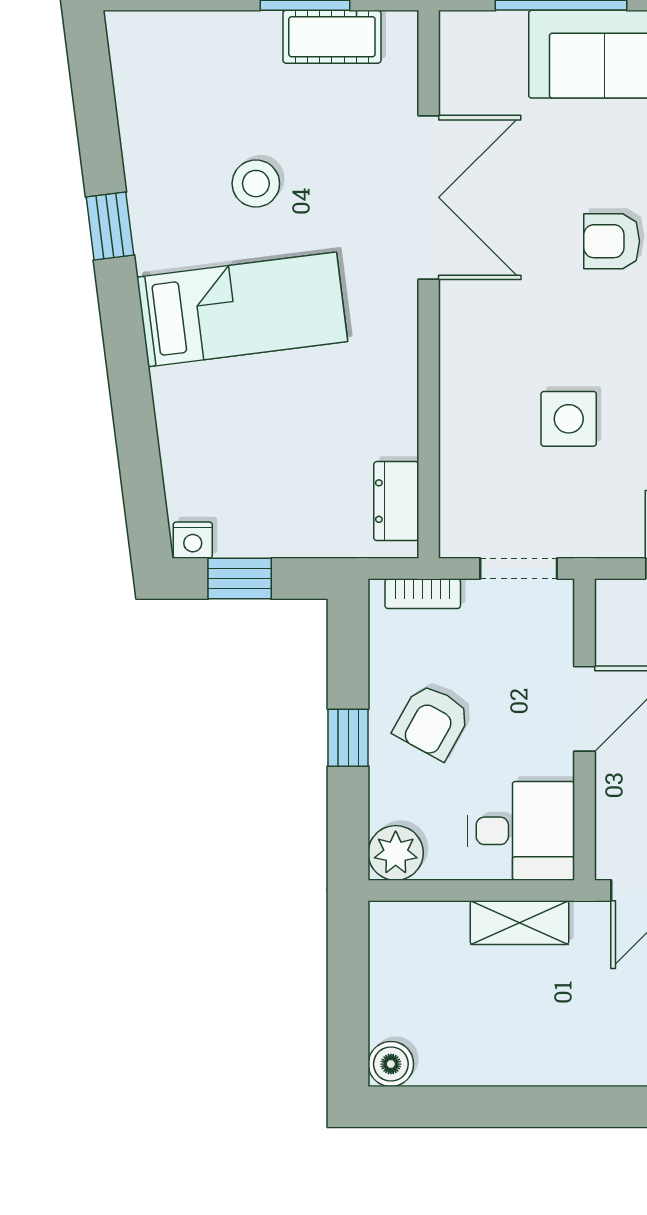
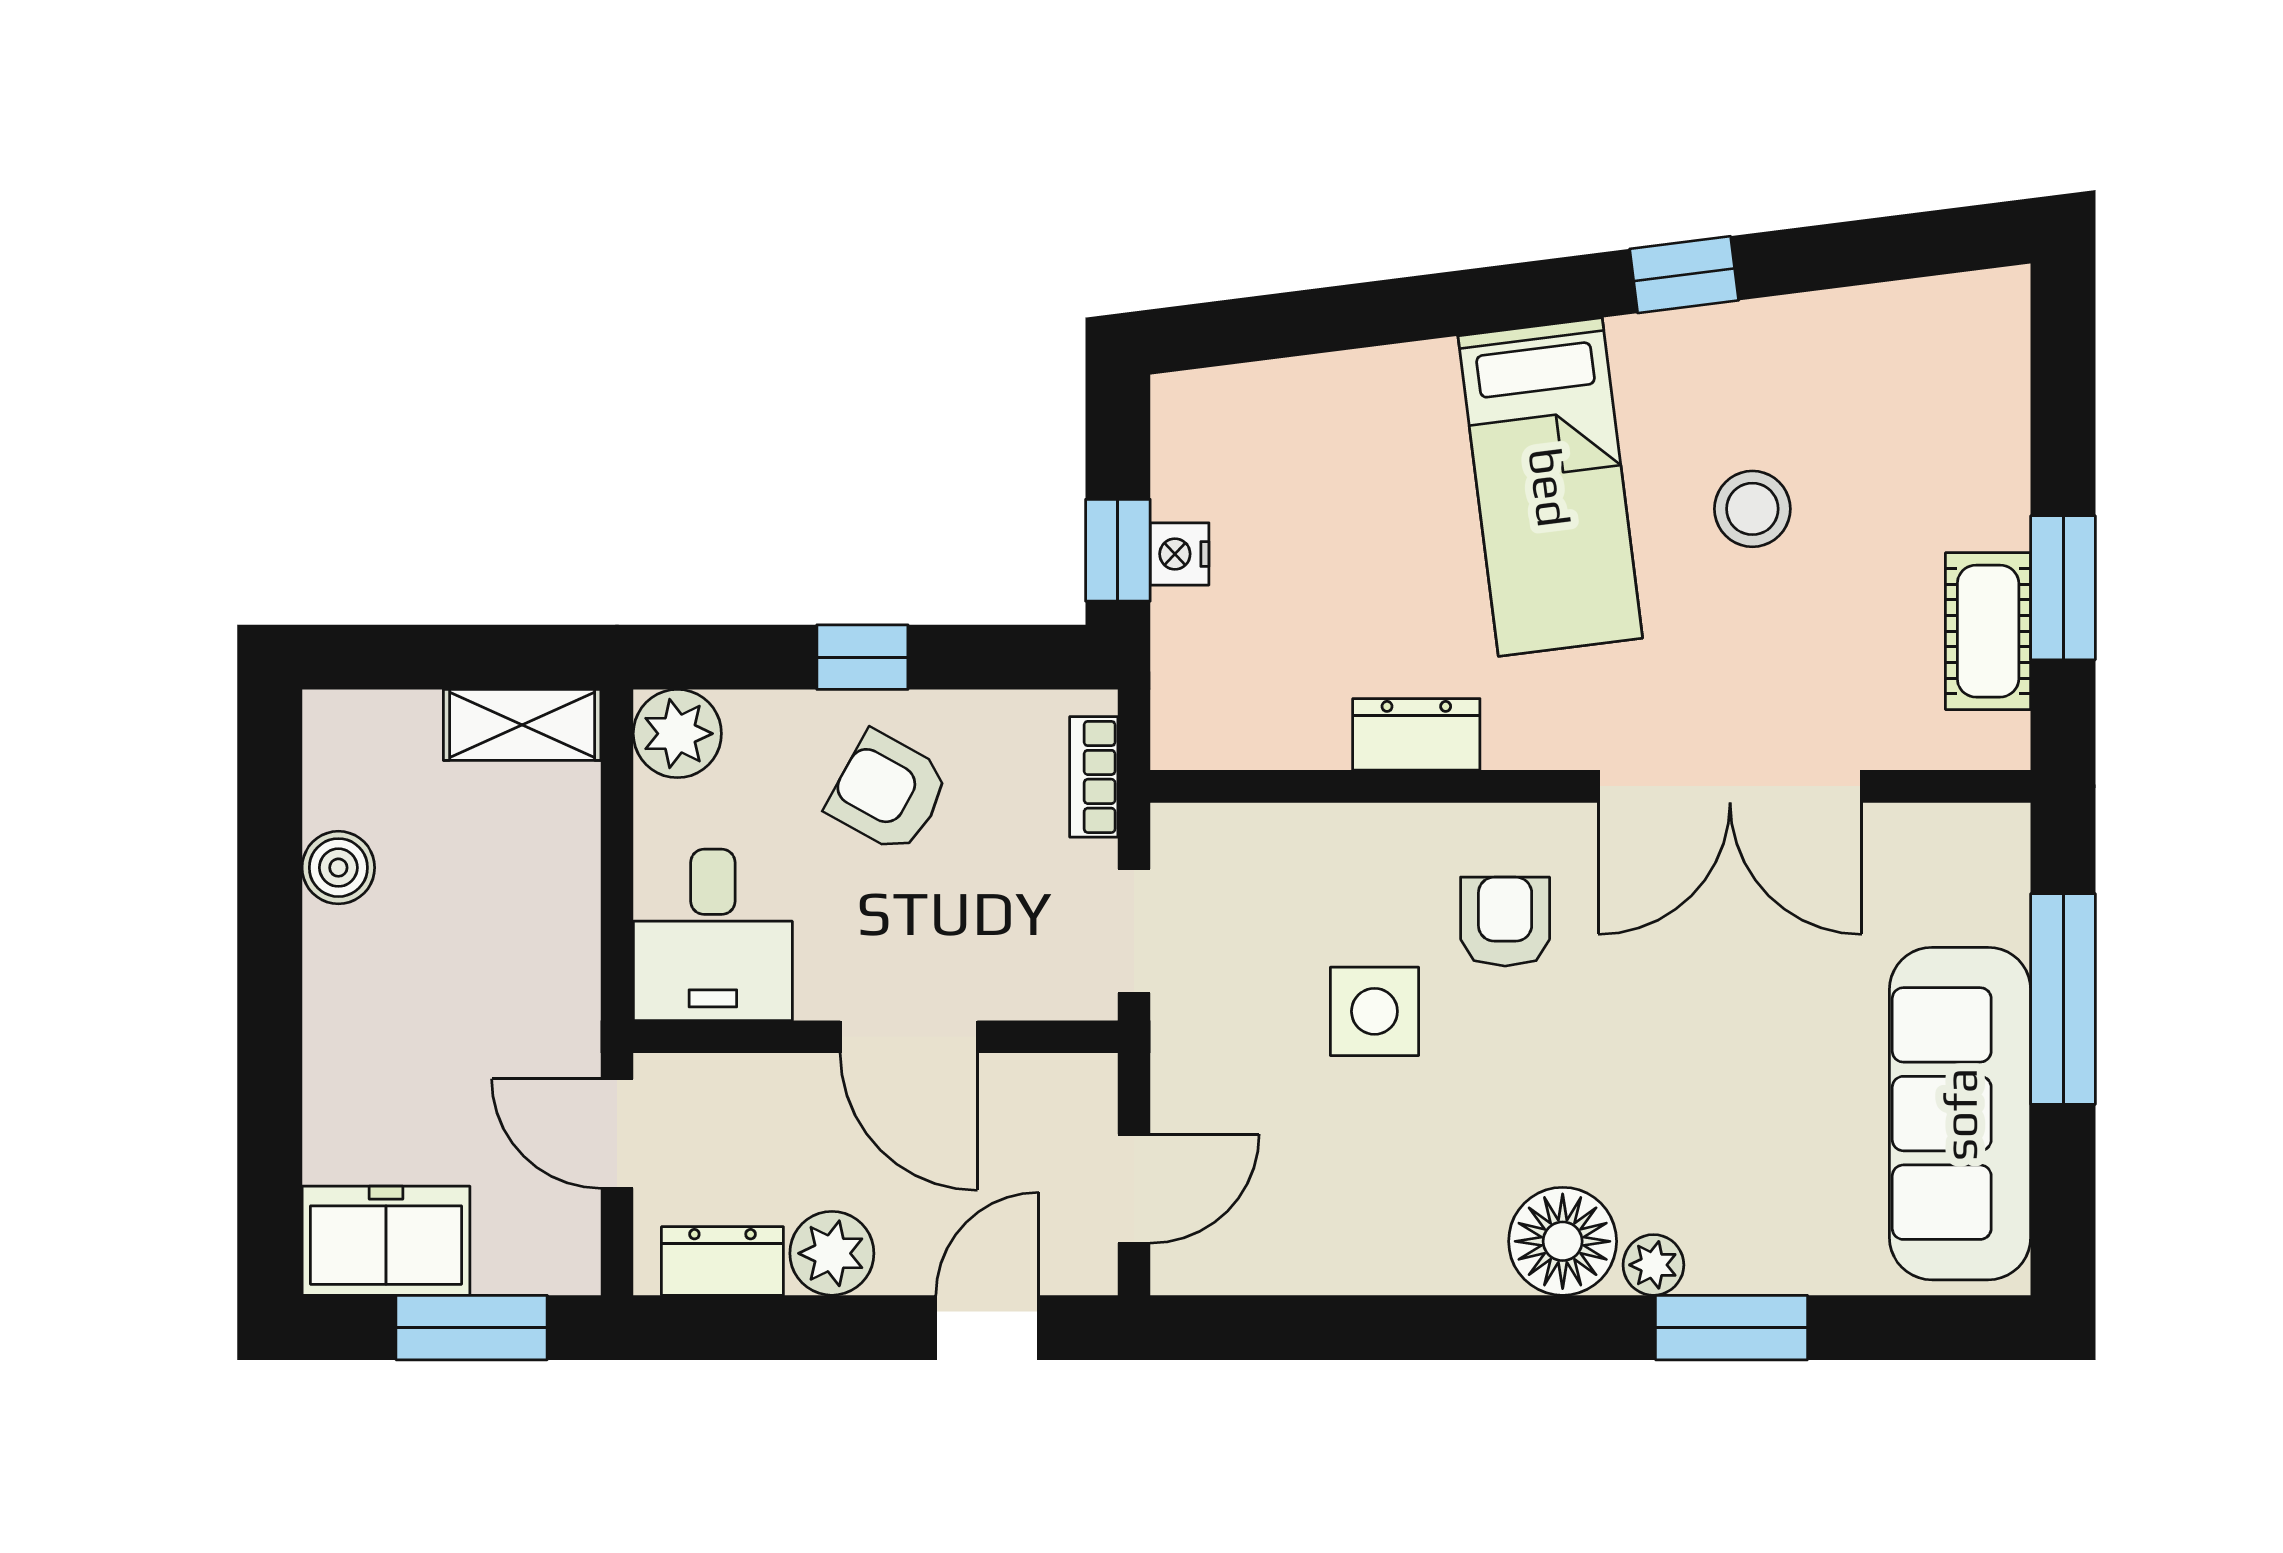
armchair: (612, 241) -> (1505, 922), moved
dresser: (396, 501) -> (1416, 734), moved
nightstand: (193, 540) -> (1180, 554), moved
window: (240, 579) -> (1118, 550), moved
shelving: (519, 923) -> (522, 725), moved, turned 90
boiler: (391, 1064) -> (338, 868), moved

